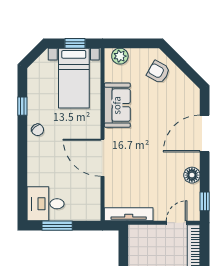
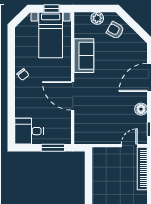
plant: (120, 56) -> (97, 18), moved
window: (22, 106) -> (11, 56), removed
tv unit: (129, 214) -> (93, 139), removed
window: (57, 226) -> (53, 148), moved

